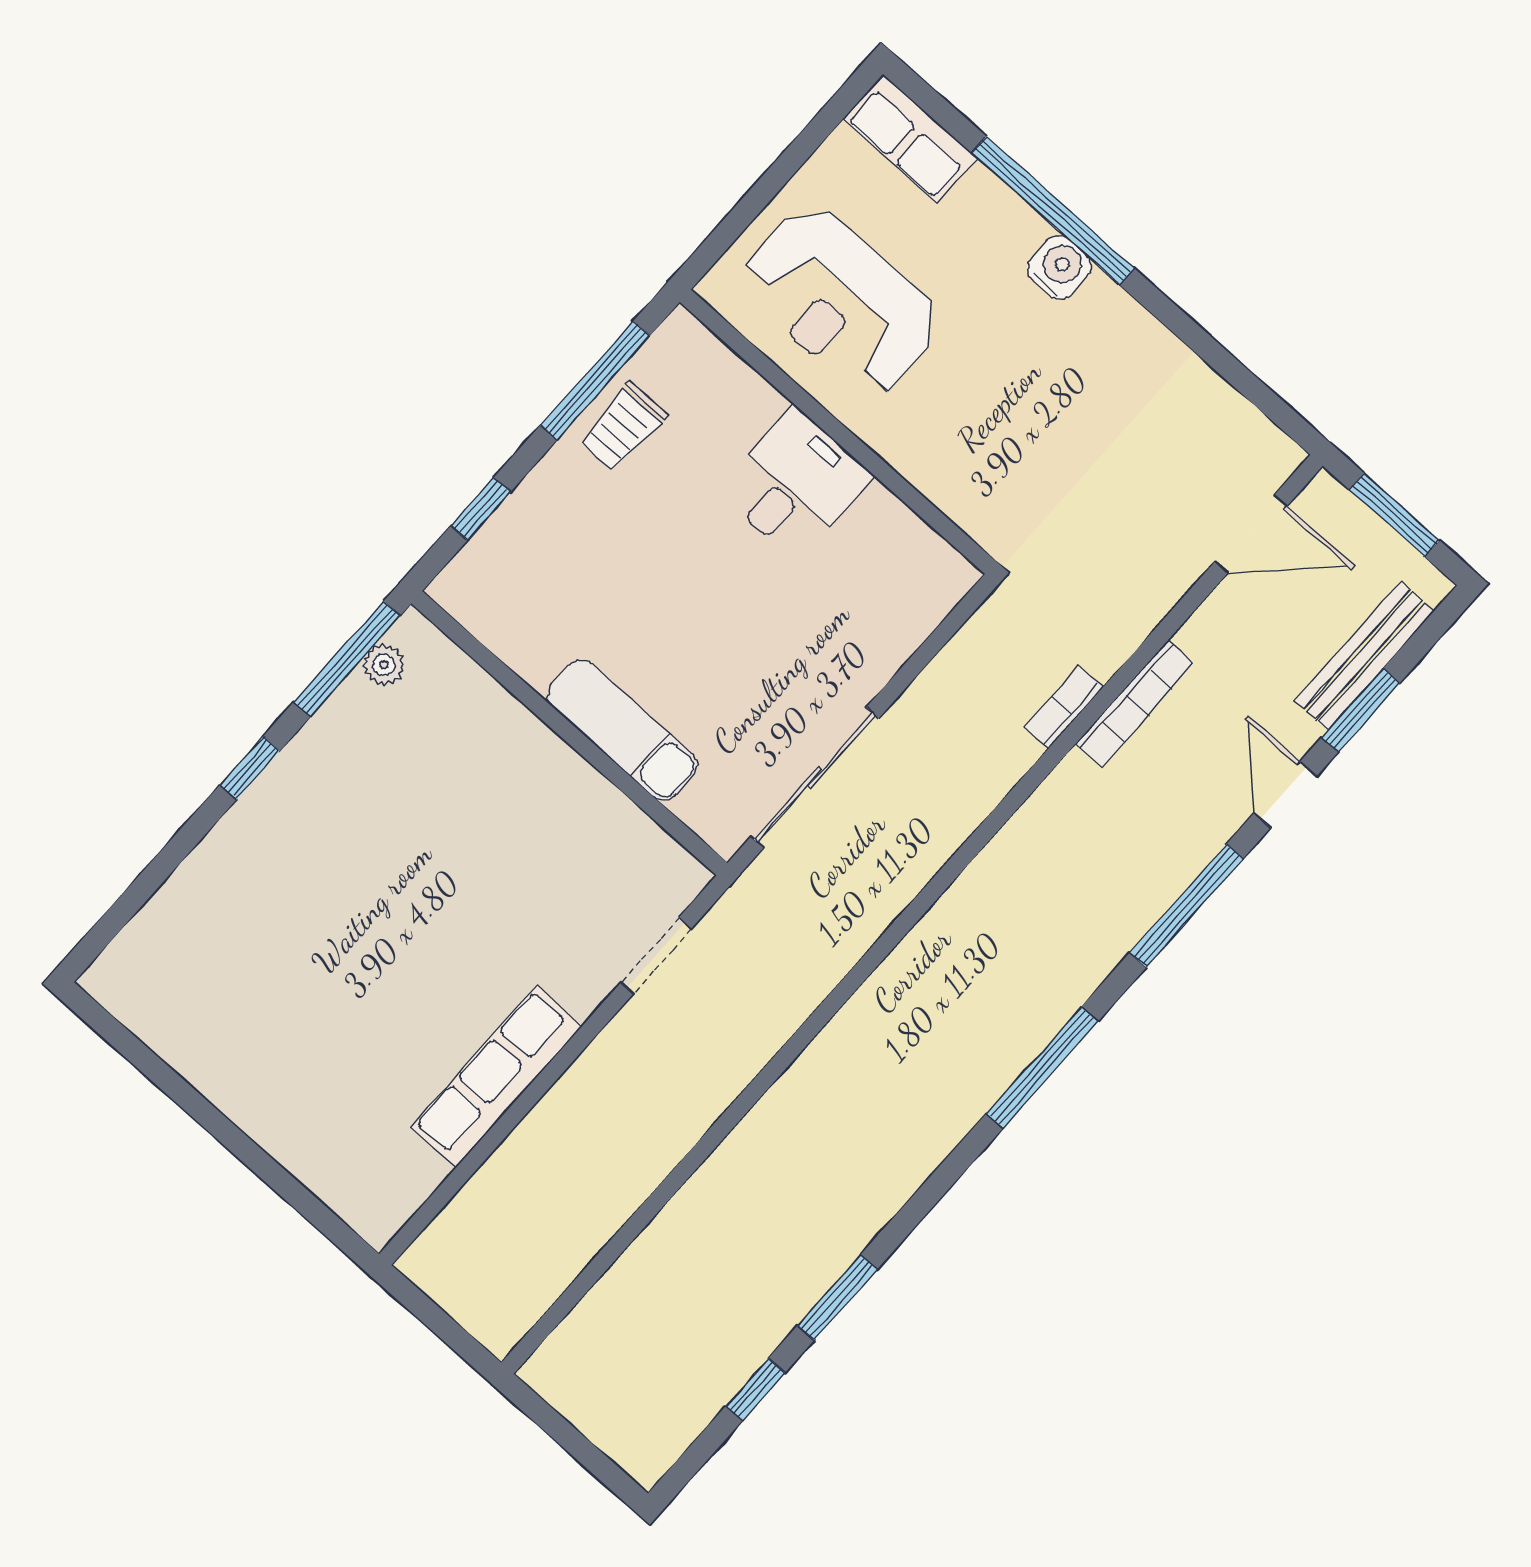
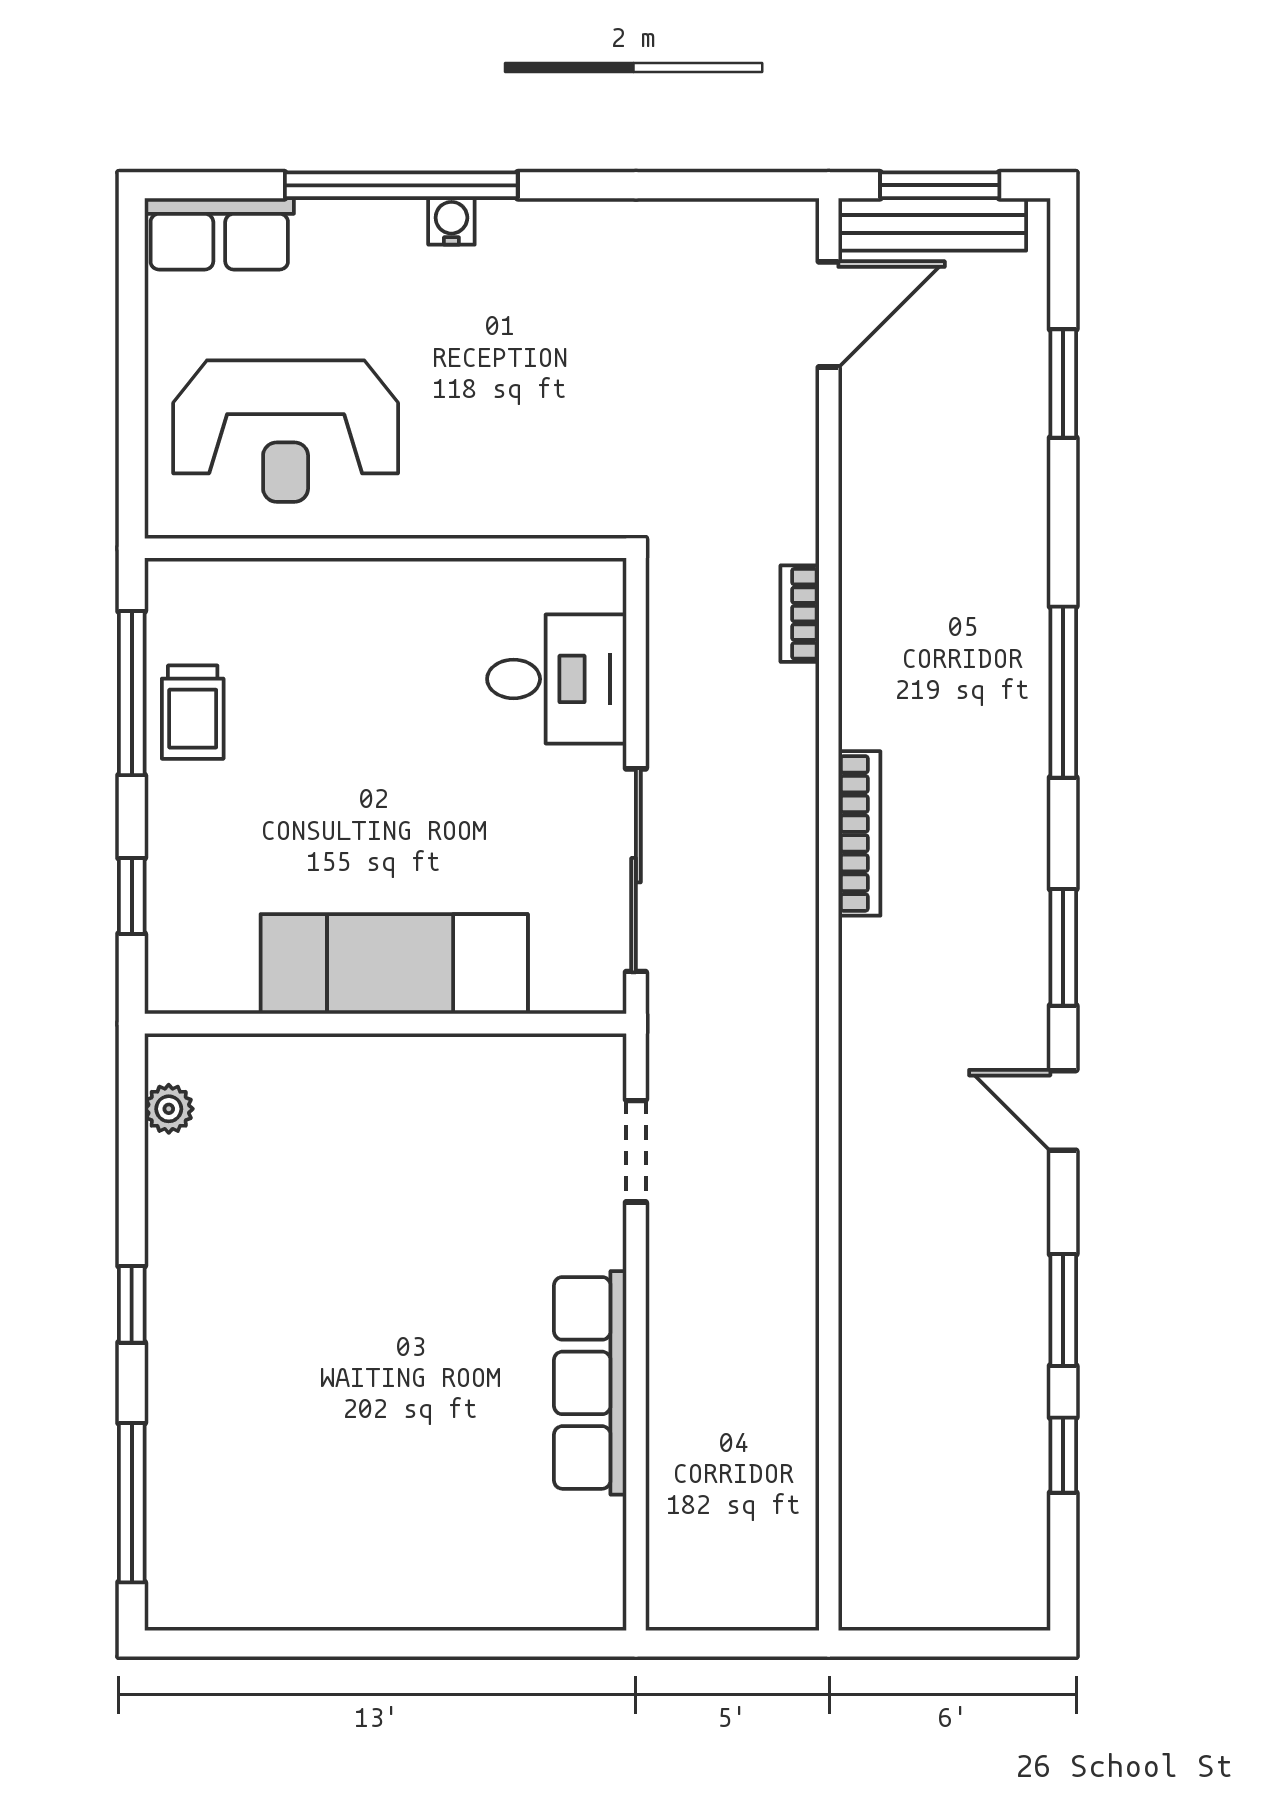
water cooler: (1059, 268) -> (451, 221), width x0.72, depth x0.72
desk: (795, 484) -> (557, 679), moved, turned 90
bench: (1364, 656) -> (932, 224), moved, turned 90
window: (347, 659) -> (132, 1503), moved
bookcase: (1135, 703) -> (859, 833), moved
exam couch: (622, 730) -> (394, 964), width x1.36, depth x1.45
door: (1285, 795) -> (1063, 1110), moved
window: (1042, 1068) -> (1063, 947), width x0.69

